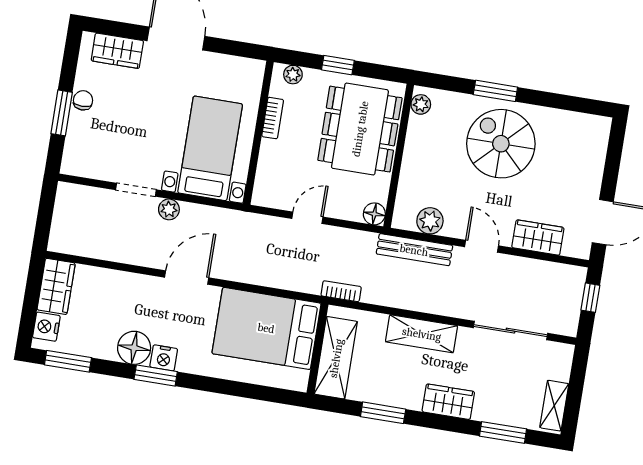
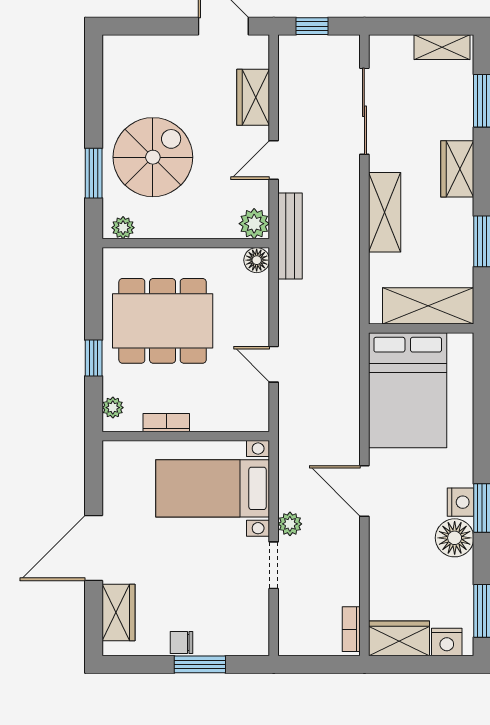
plant: (421, 104) -> (123, 228), moved
spiral stairs: (501, 144) -> (153, 157), turned 180
wall: (399, 156) -> (186, 243), moved
floor lamp: (374, 214) -> (257, 260), moved
bookcase: (341, 291) -> (351, 629), moved

